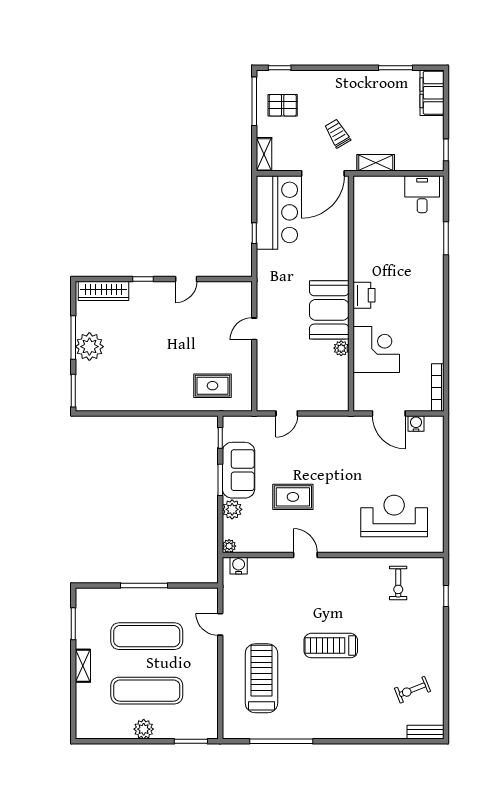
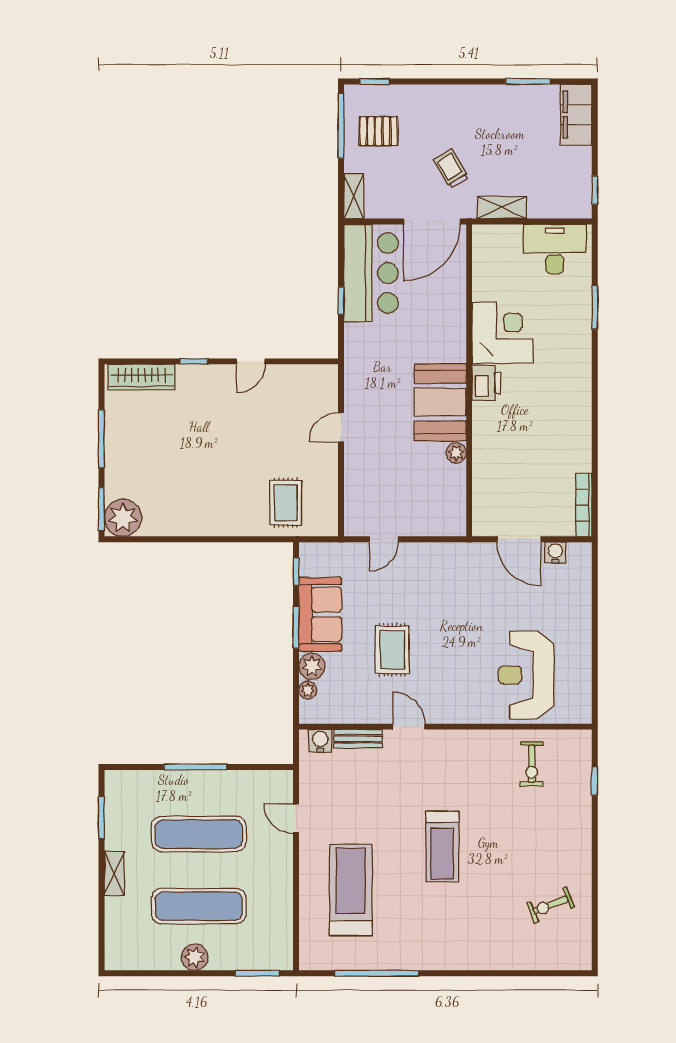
desk: (422, 194) -> (555, 249), width x1.37
plant: (89, 347) -> (123, 518), moved
corner desk: (376, 350) -> (503, 333), moved
rug: (212, 386) -> (286, 503), turned 90
rug: (293, 497) -> (392, 650), turned 90
reception desk: (394, 516) -> (526, 675), turned -90
plant: (229, 546) -> (308, 690), moved
treadmill: (331, 646) -> (442, 847), turned -90
bench: (425, 732) -> (358, 739), moved

